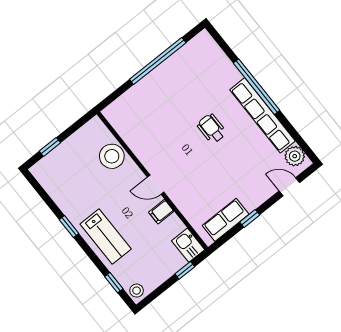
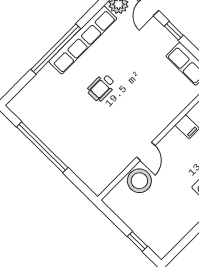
door: (156, 185) -> (146, 151), moved
window: (250, 218) -> (174, 31), moved

